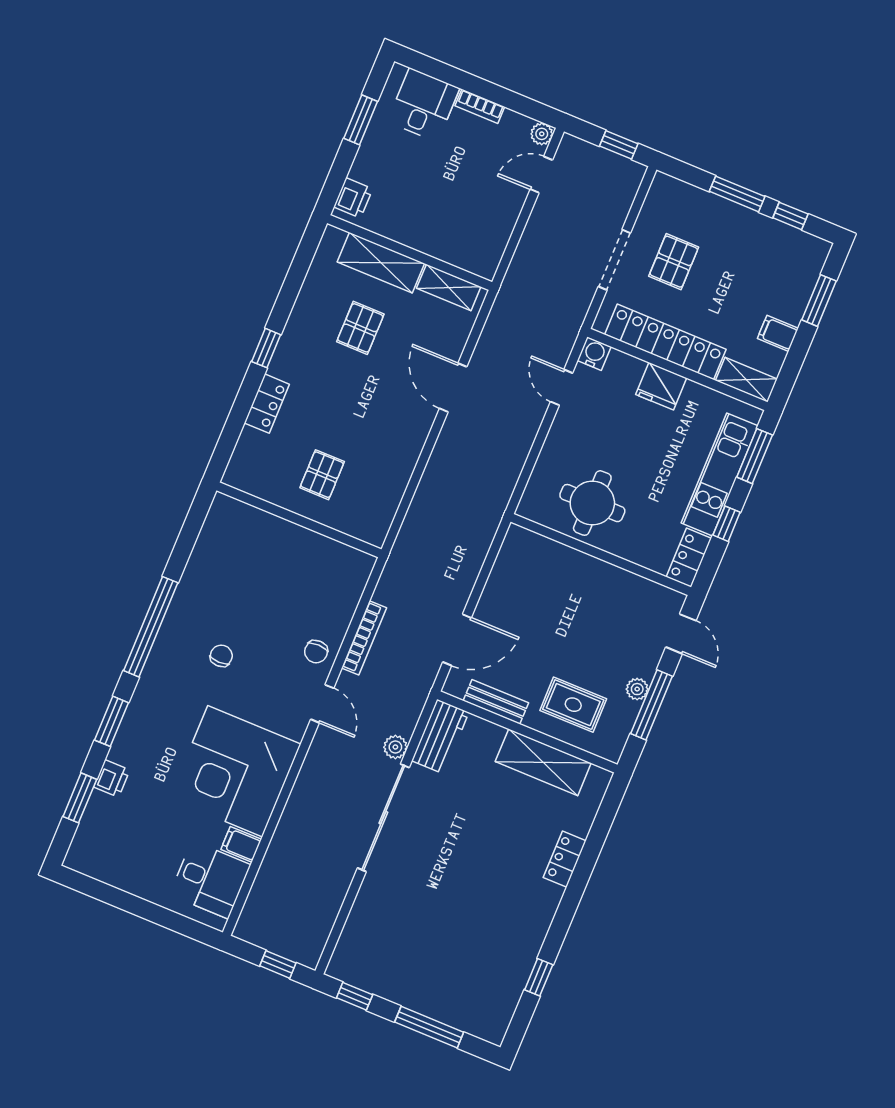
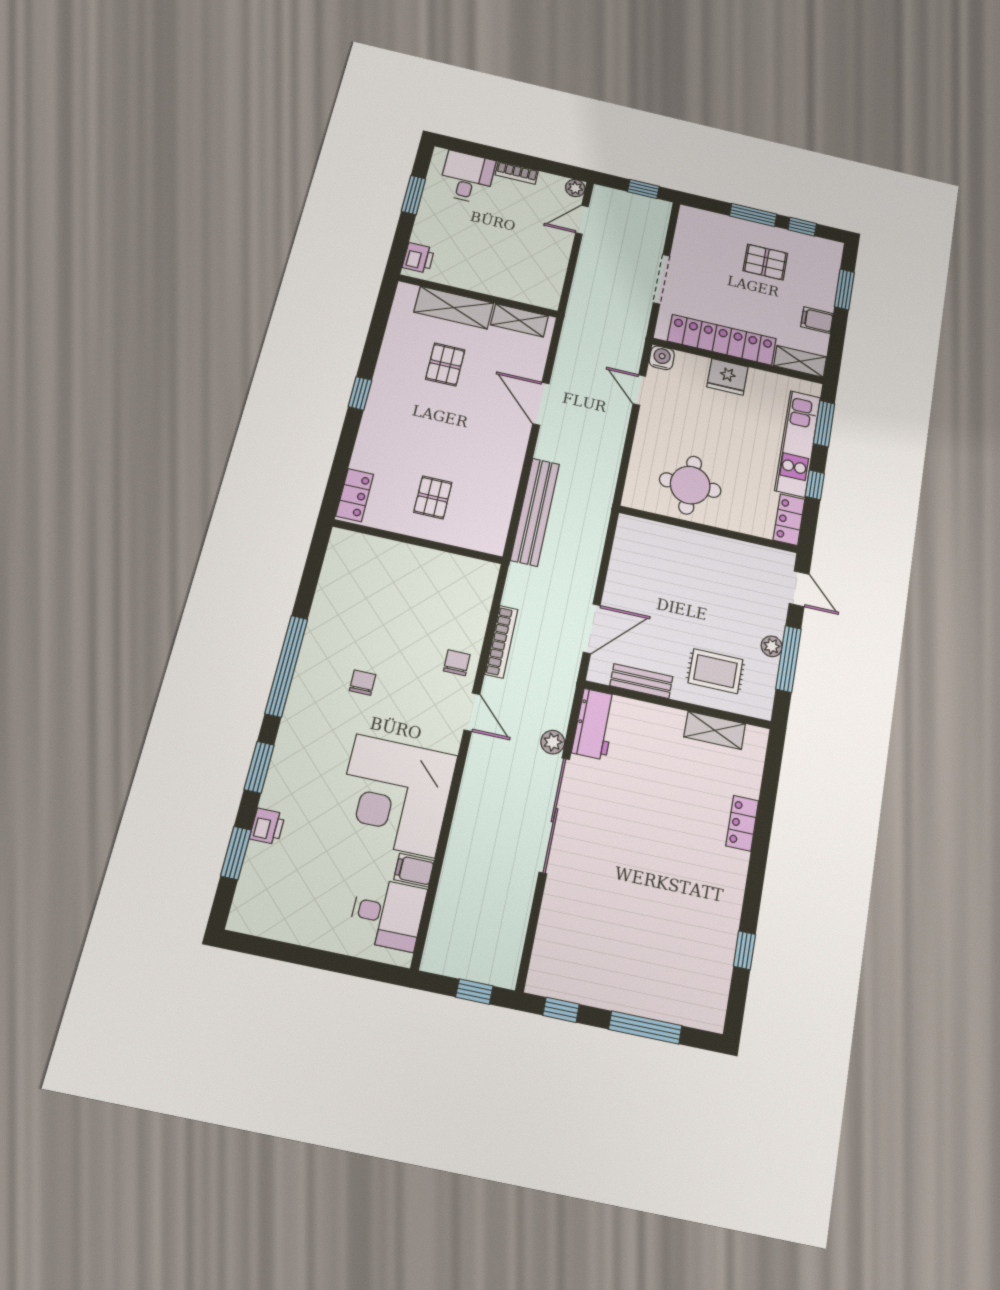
pallet: (674, 262) -> (765, 262), moved, turned 90
locker: (267, 404) -> (355, 495), moved
bench: (424, 507) -> (535, 512), added
chair: (316, 652) -> (457, 663), turned 180
shelving: (543, 762) -> (715, 730), width x0.67, depth x0.75

